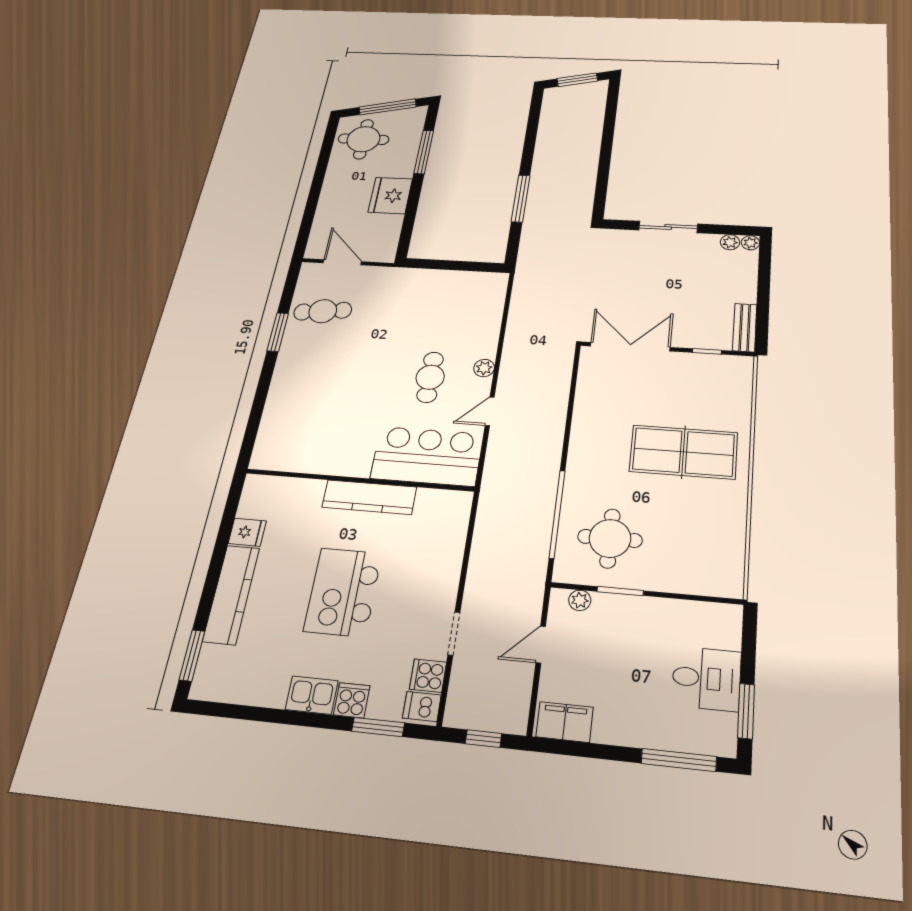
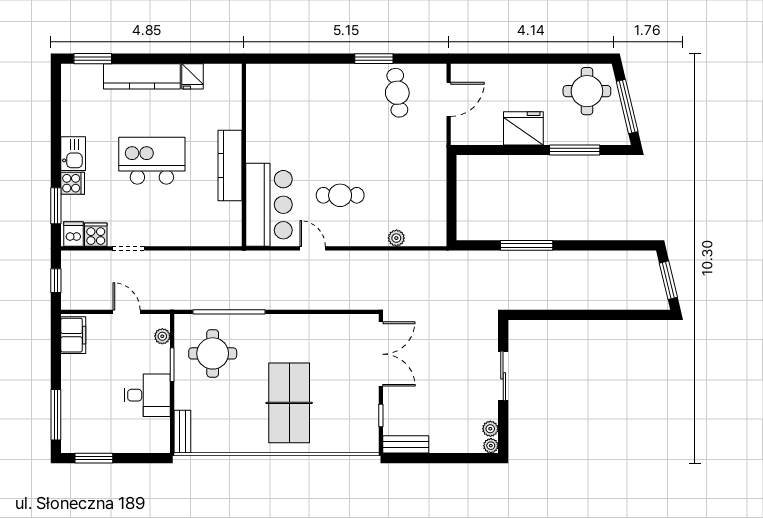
plant: (484, 368) -> (396, 238), moved
bench: (714, 586) -> (182, 432), added
desk: (706, 679) -> (147, 395), moved, turned -90

